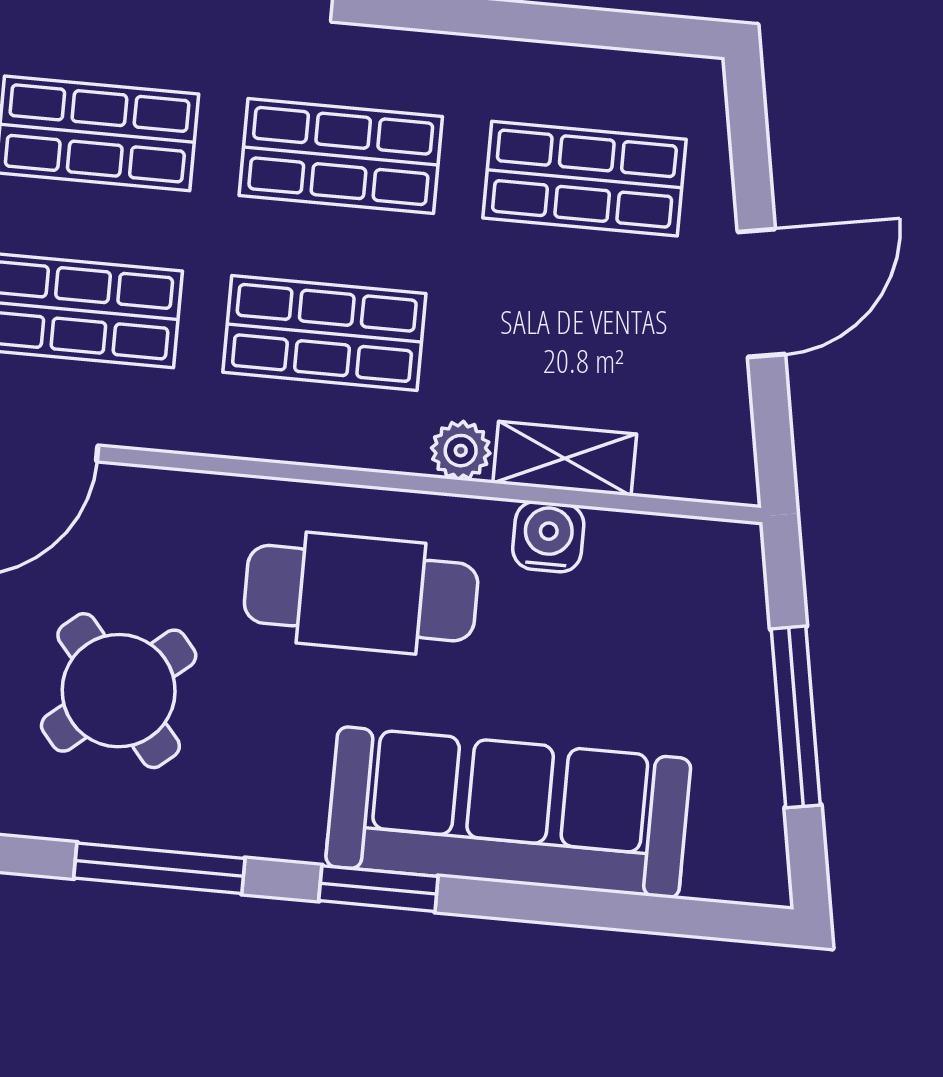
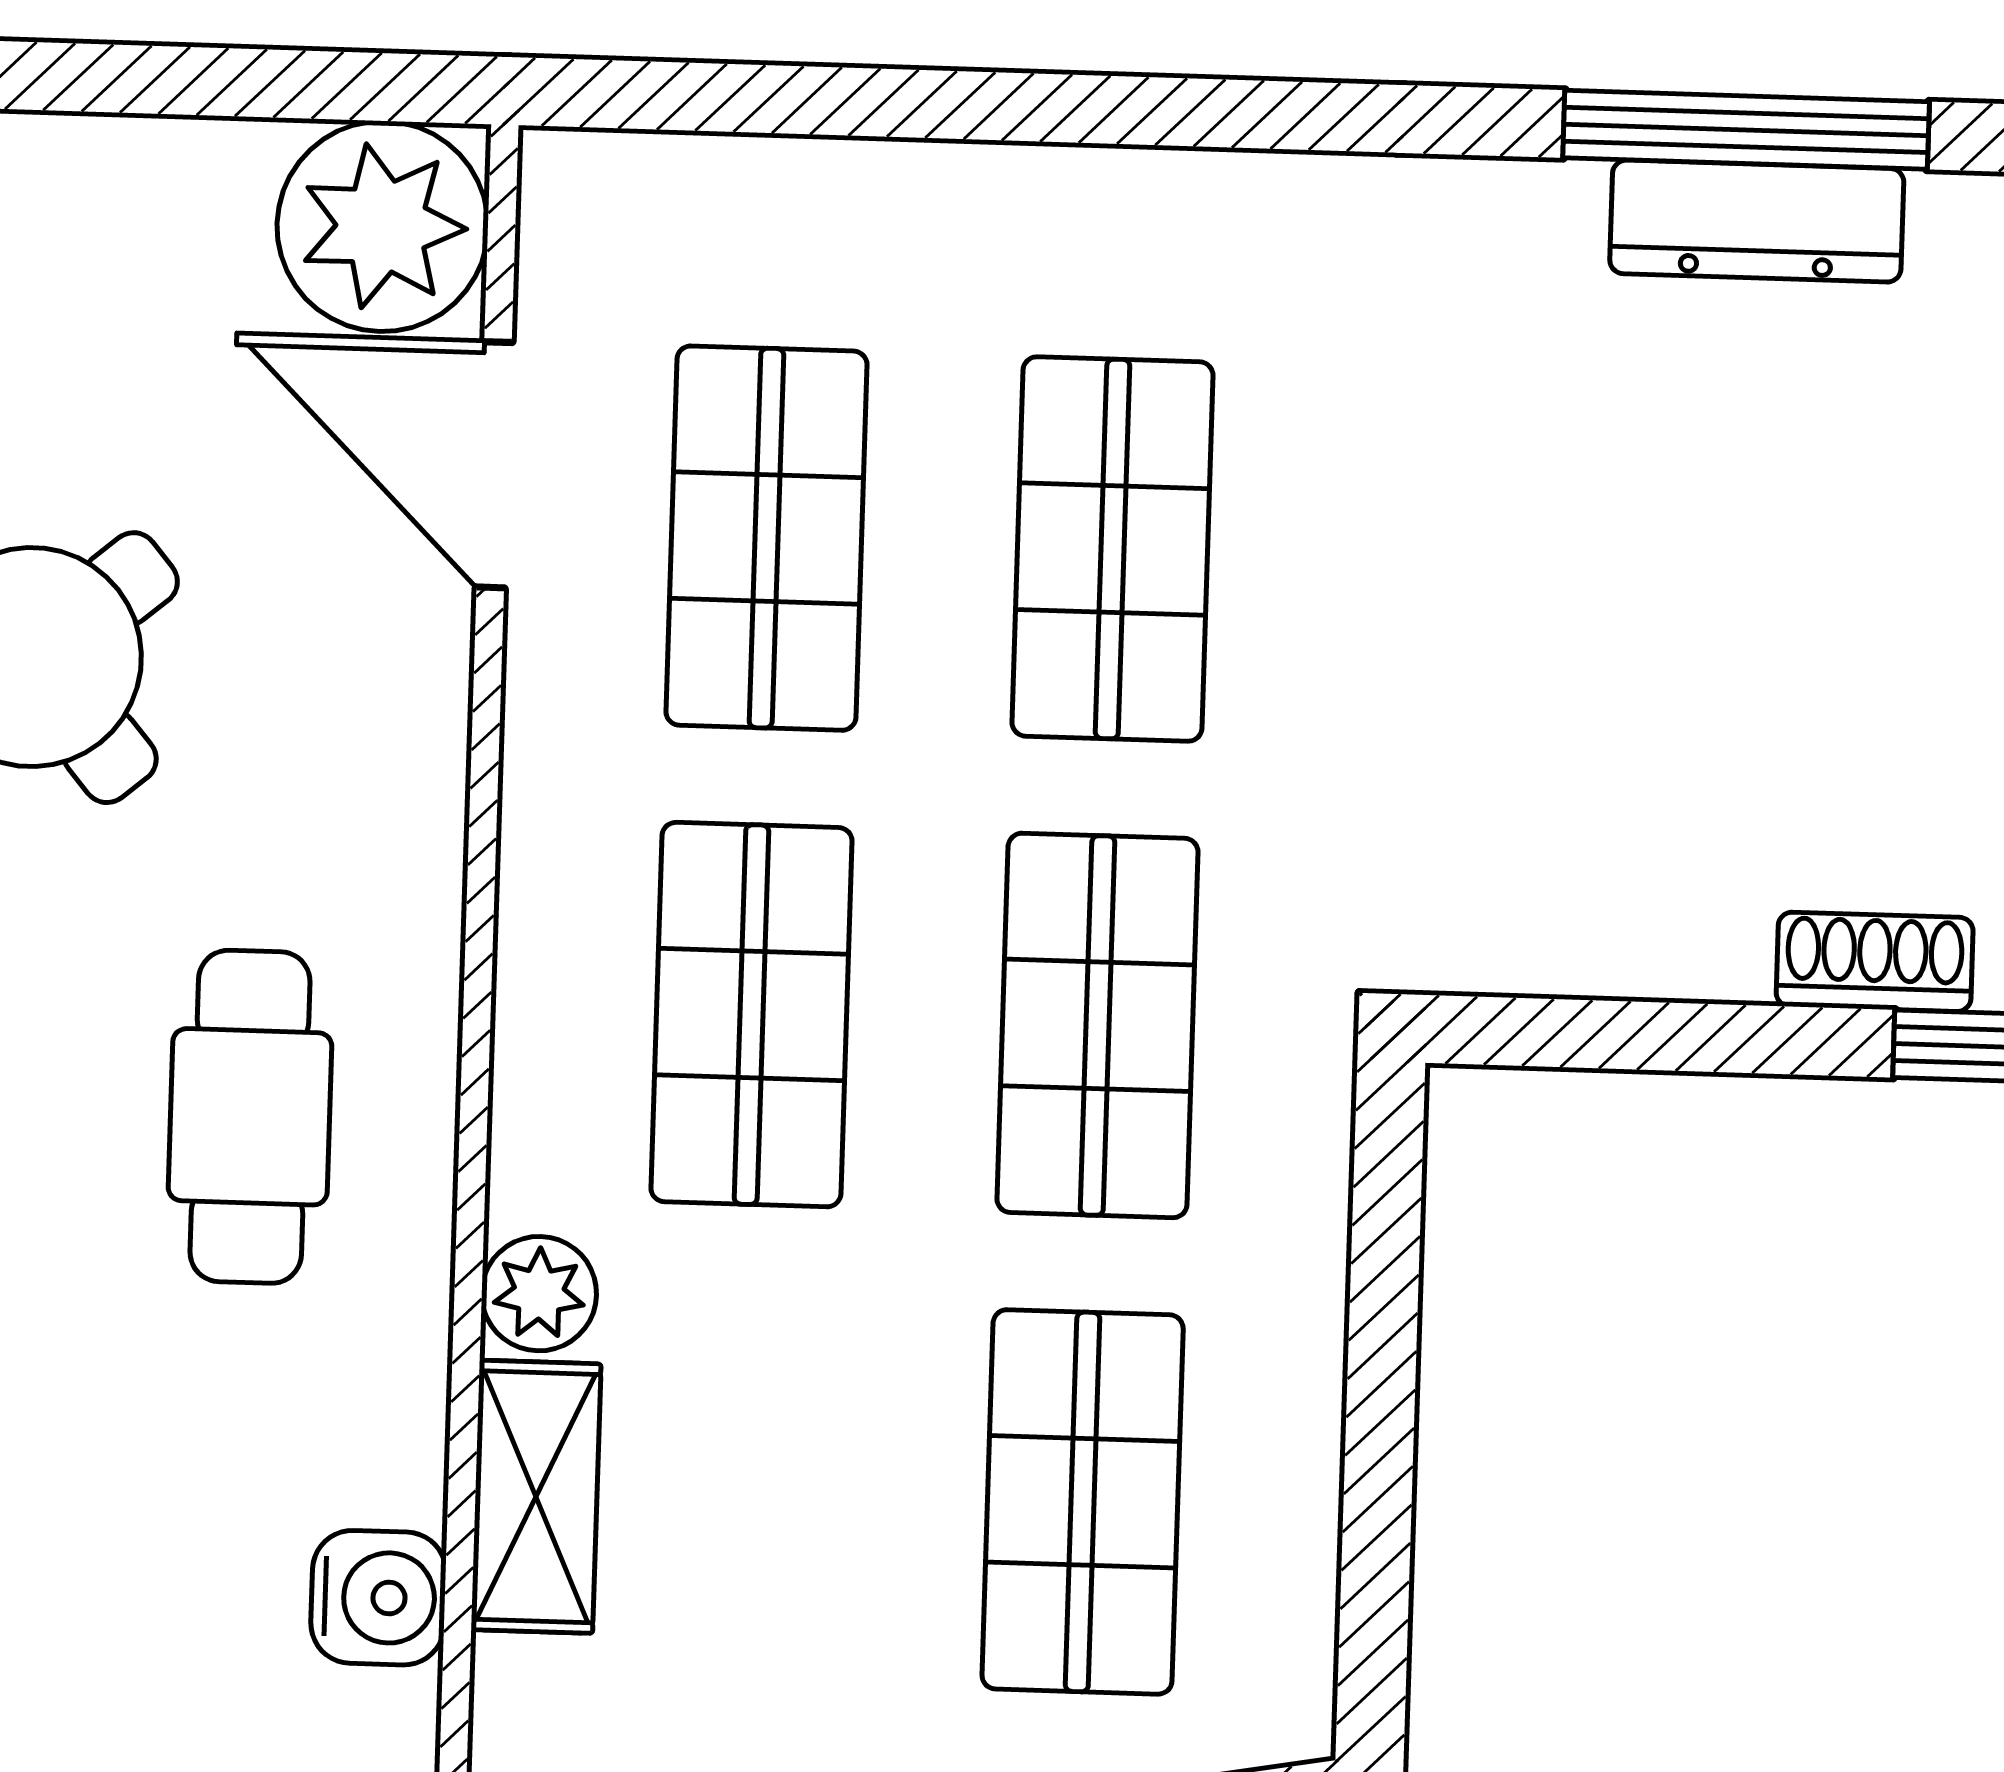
water cooler: (548, 537) -> (378, 1598), moved
cafe table: (361, 593) -> (250, 1117), width x0.73, depth x0.74

